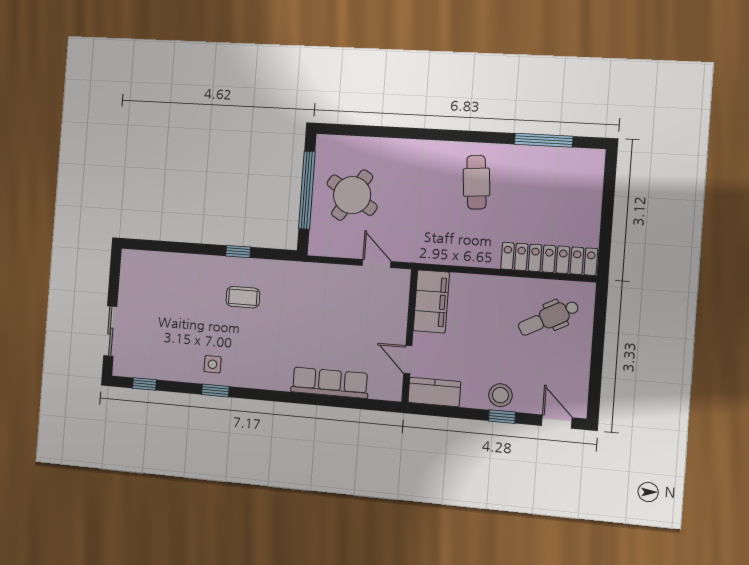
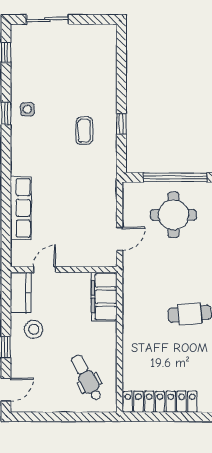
round table: (352, 195) -> (173, 215), turned -32
locker: (549, 259) -> (160, 402), moved, turned -90
filing cabinet: (431, 301) -> (104, 297), moved, turned 90
stool: (500, 395) -> (34, 329), moved

